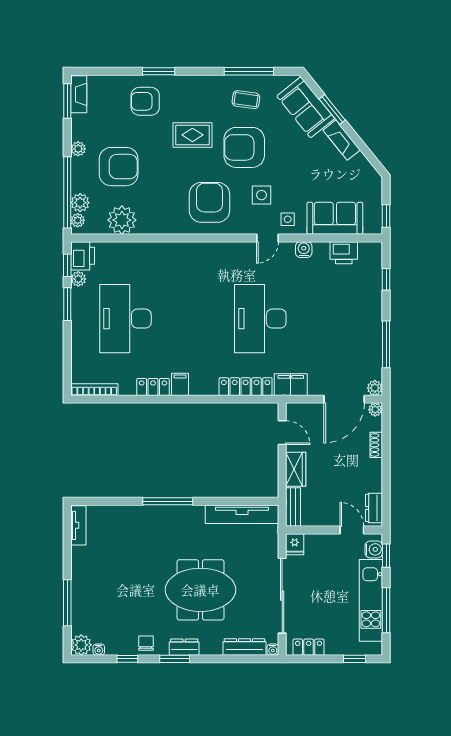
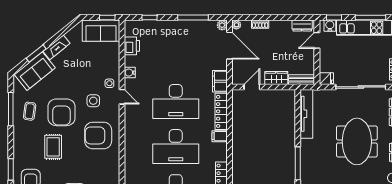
sofa: (335, 218) -> (101, 31), moved, turned -90
desk: (193, 319) -> (176, 147), added
filing cabinet: (180, 384) -> (220, 136), moved

